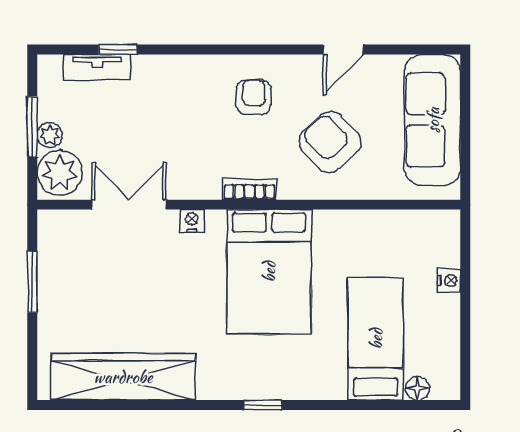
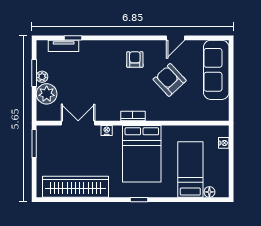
bookcase: (249, 189) -> (133, 116), moved
double door: (129, 205) -> (78, 123), moved
wall: (249, 205) -> (133, 123), moved
nightstand: (192, 221) -> (107, 130), moved
bed: (269, 272) -> (142, 154), moved

